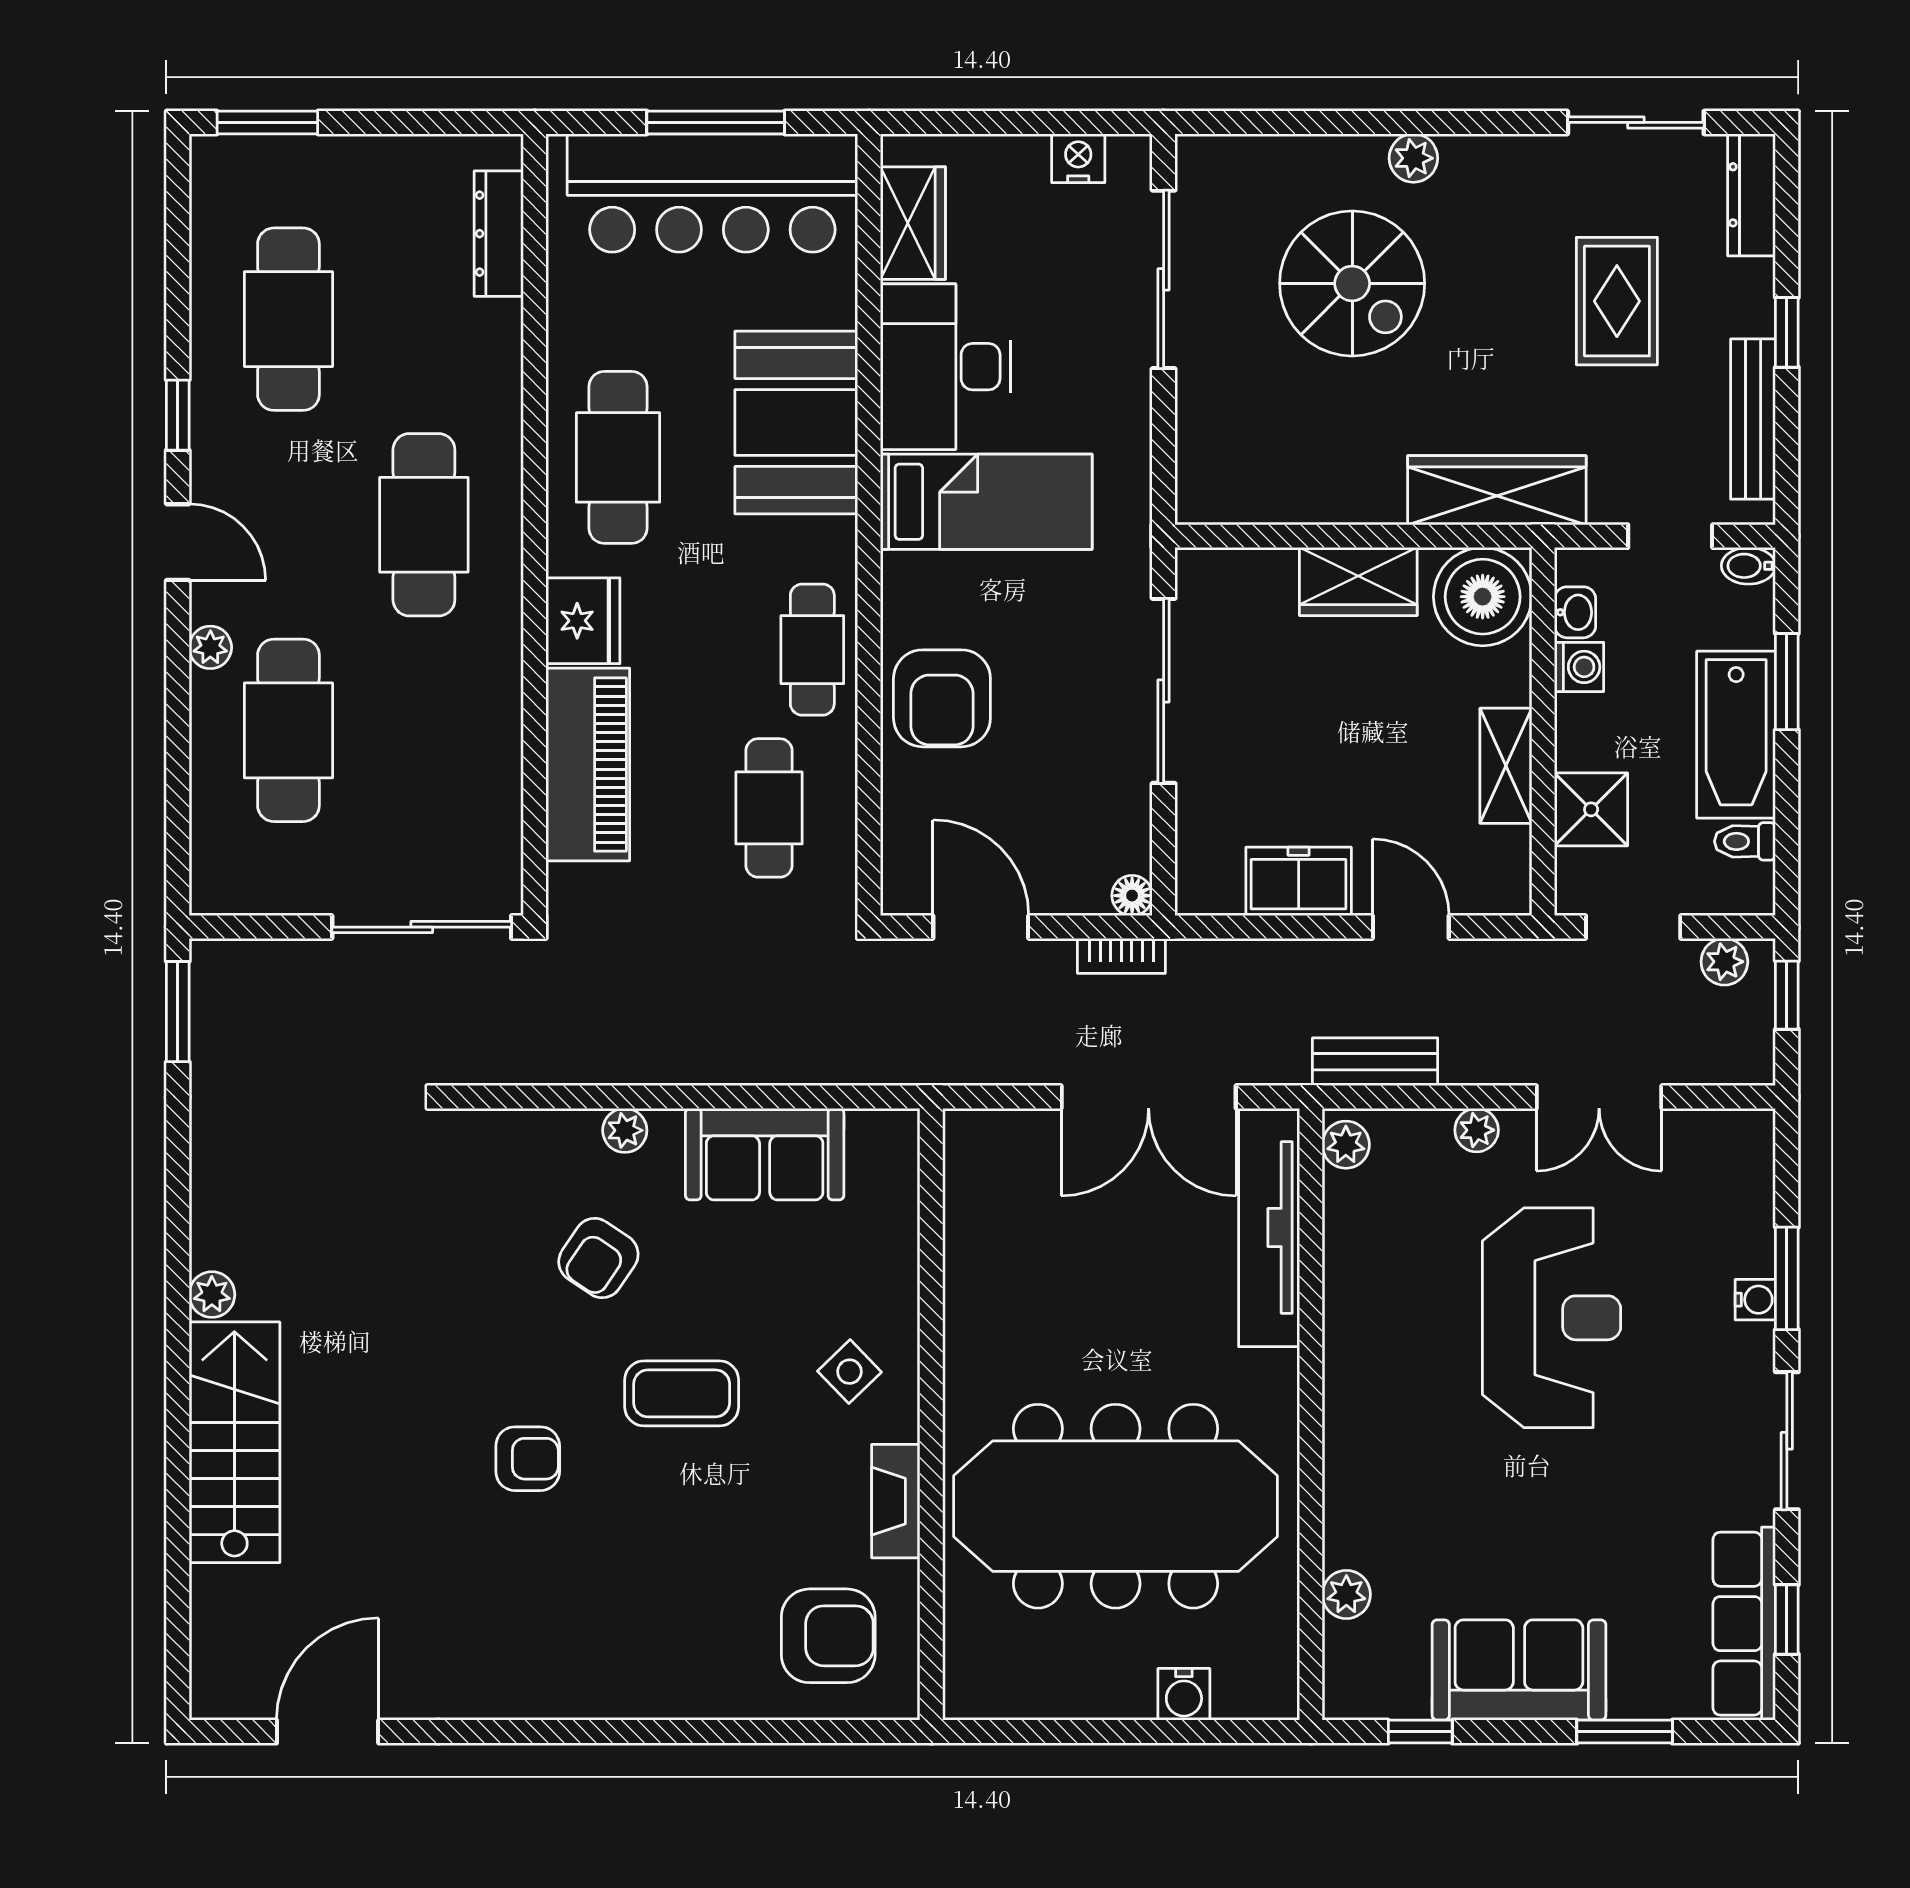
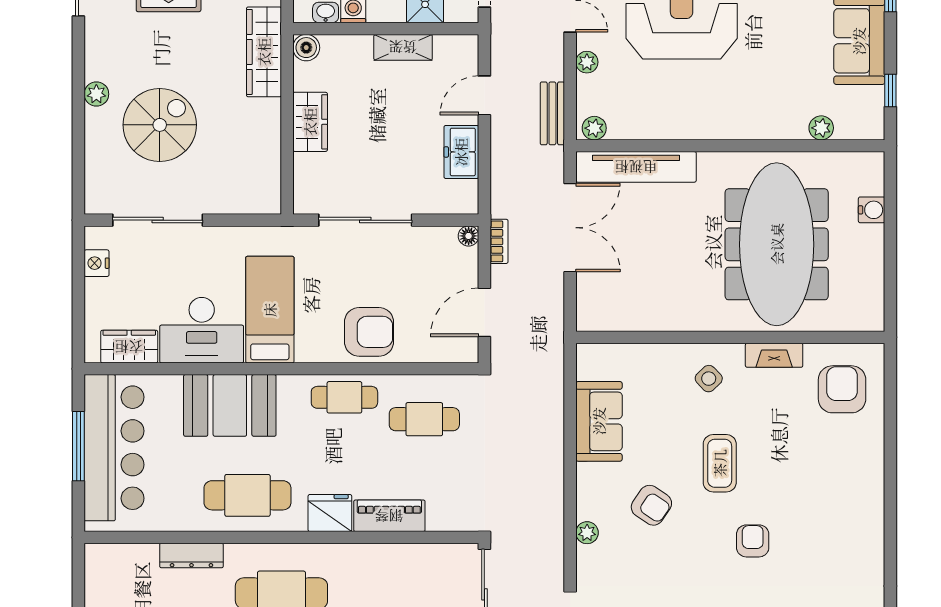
dresser: (499, 234) -> (191, 556), moved
boiler: (1483, 597) -> (306, 48), width x0.54, depth x0.54
piano: (588, 764) -> (389, 516), width x0.73, depth x0.75
plant: (625, 1130) -> (587, 533), moved

